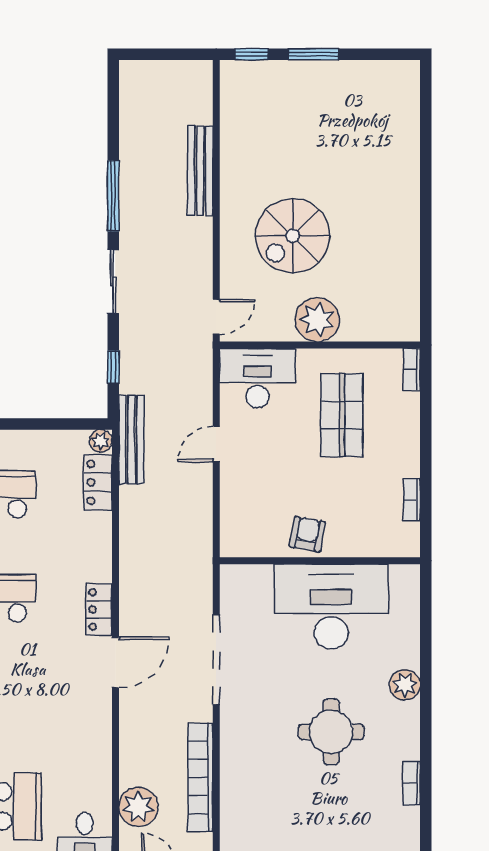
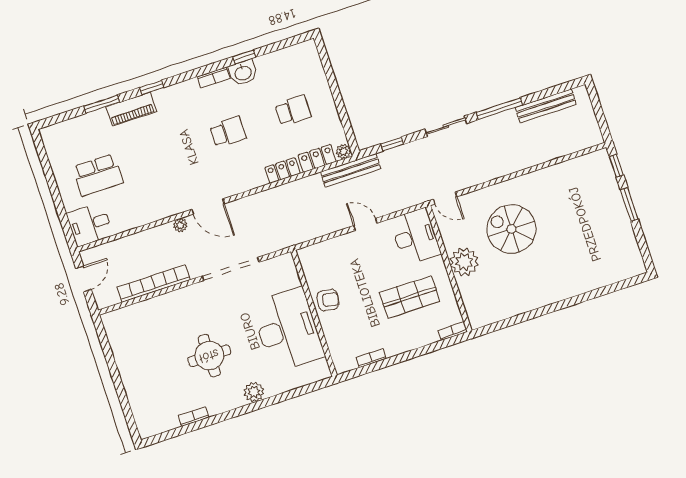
bench: (200, 171) -> (546, 106), moved
locker: (99, 609) -> (282, 171), moved
plant: (138, 807) -> (180, 225), moved, width x0.53, depth x0.53

